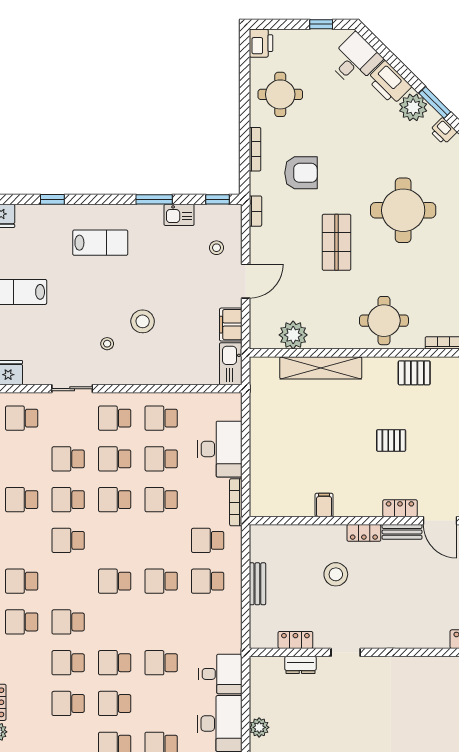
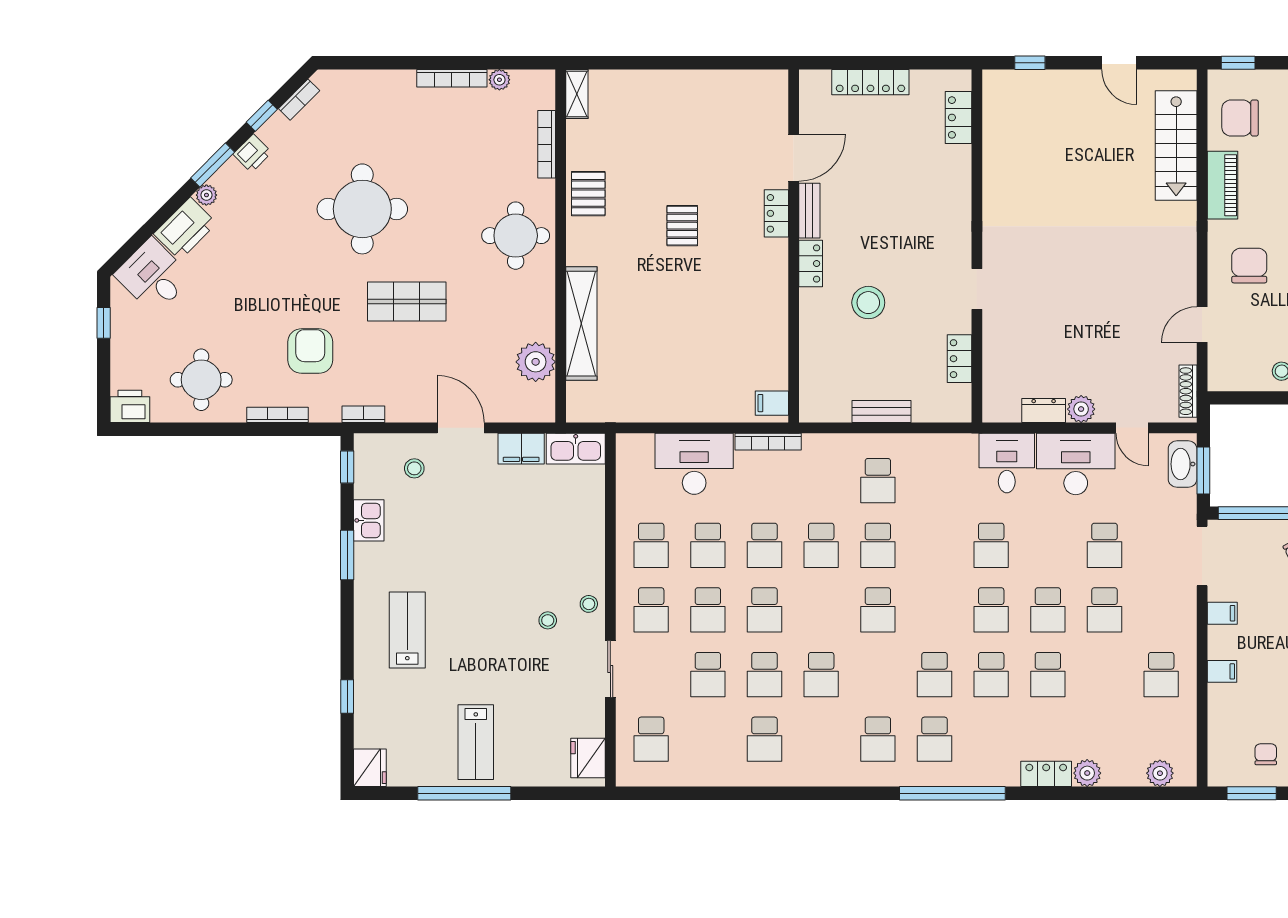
plant: (413, 107) -> (206, 195), width x0.53, depth x0.53
stool: (143, 321) -> (589, 604), moved, width x0.53, depth x0.53
filing cabinet: (324, 505) -> (772, 403), moved
school desk: (208, 540) -> (821, 545), moved
dresser: (300, 665) -> (1044, 411), moved, turned -90

